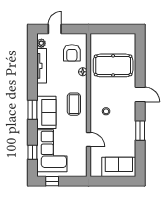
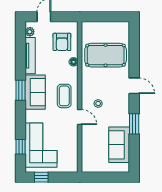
window: (32, 110) -> (20, 90), moved
sofa: (46, 112) -> (35, 92), moved
door: (89, 140) -> (80, 117), moved
sofa: (119, 167) -> (119, 145), moved, turned -90

